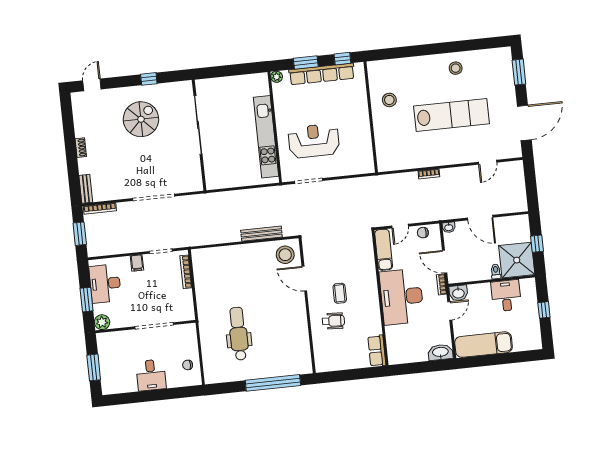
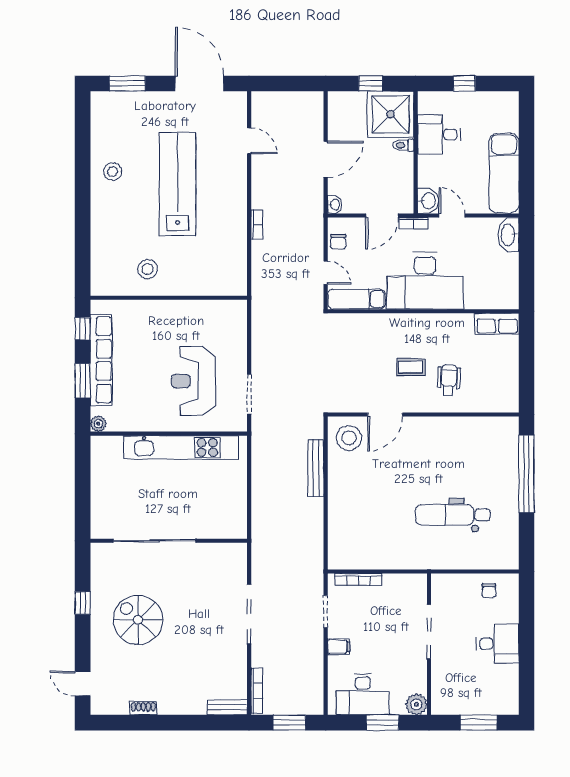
shoe rack: (81, 148) -> (143, 708), moved

